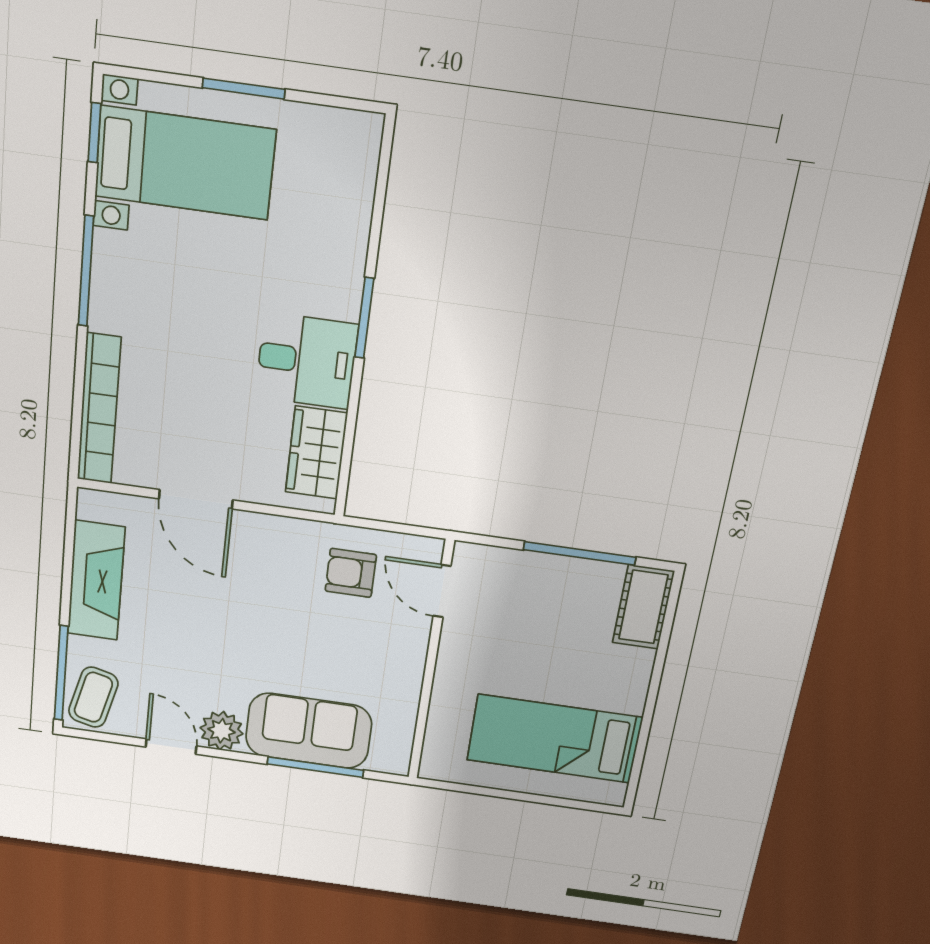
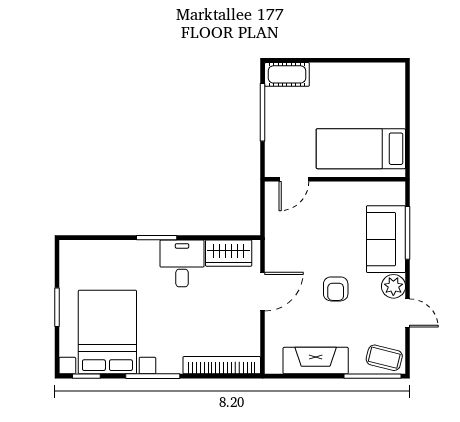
bed with nightstands: (185, 163) -> (107, 332), width x1.36
door: (196, 499) -> (263, 292), moved
armchair: (351, 573) -> (336, 289), moved
bed: (554, 739) -> (361, 149), moved, turned 90
door: (171, 747) -> (408, 313), swing flipped

